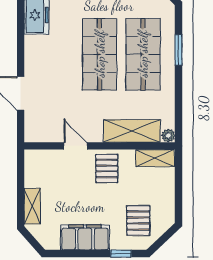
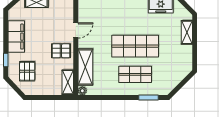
window: (179, 50) -> (149, 97), moved
shop shelf: (143, 54) -> (135, 74), width x0.70, depth x0.74
pallet: (138, 220) -> (27, 71), turned 90

